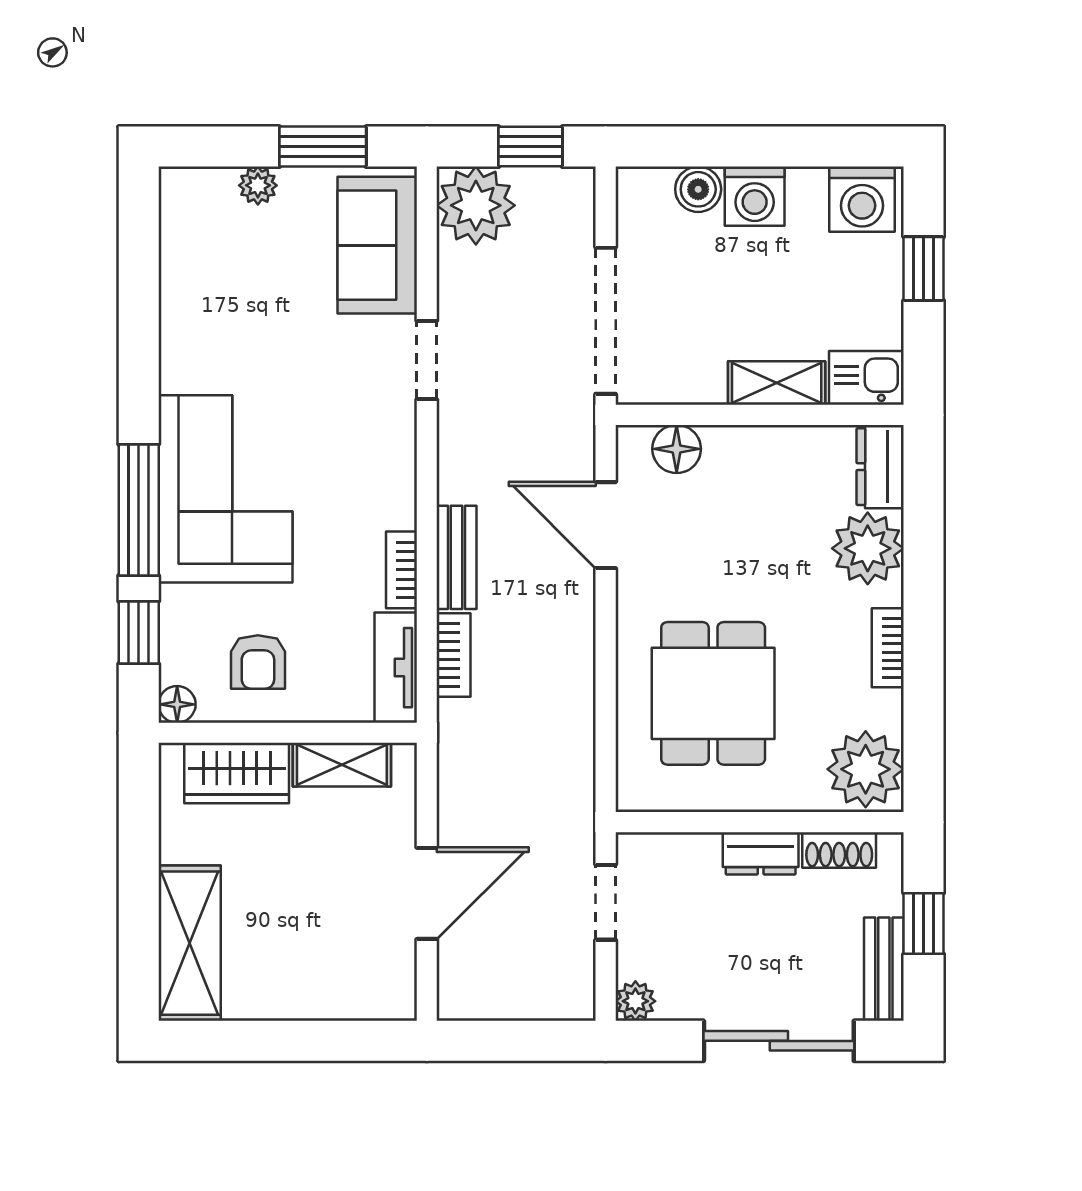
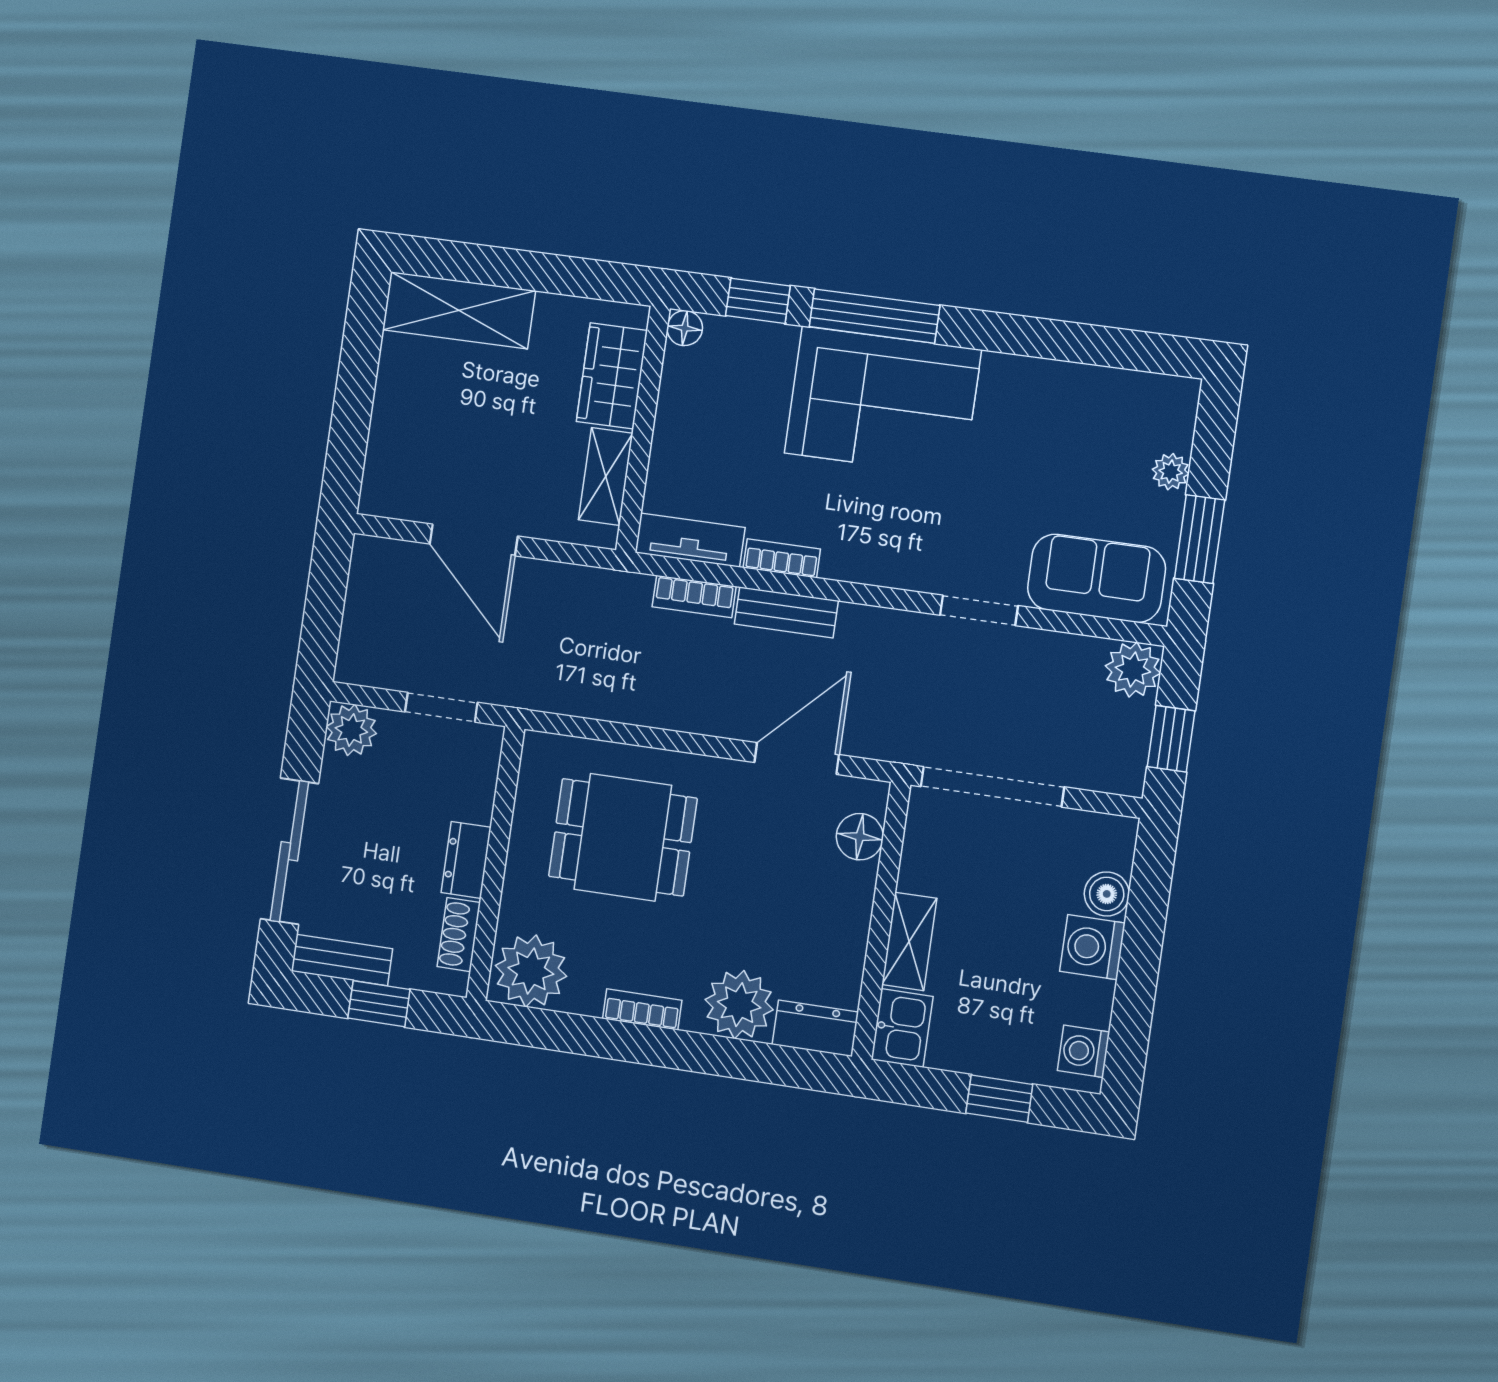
washing machine: (862, 199) -> (1083, 1051), width x0.73, depth x0.73
plant: (476, 205) -> (1133, 670), width x0.73, depth x0.73
armchair: (258, 662) -> (714, 410), removed
plant: (635, 1001) -> (351, 730), width x1.38, depth x1.38

